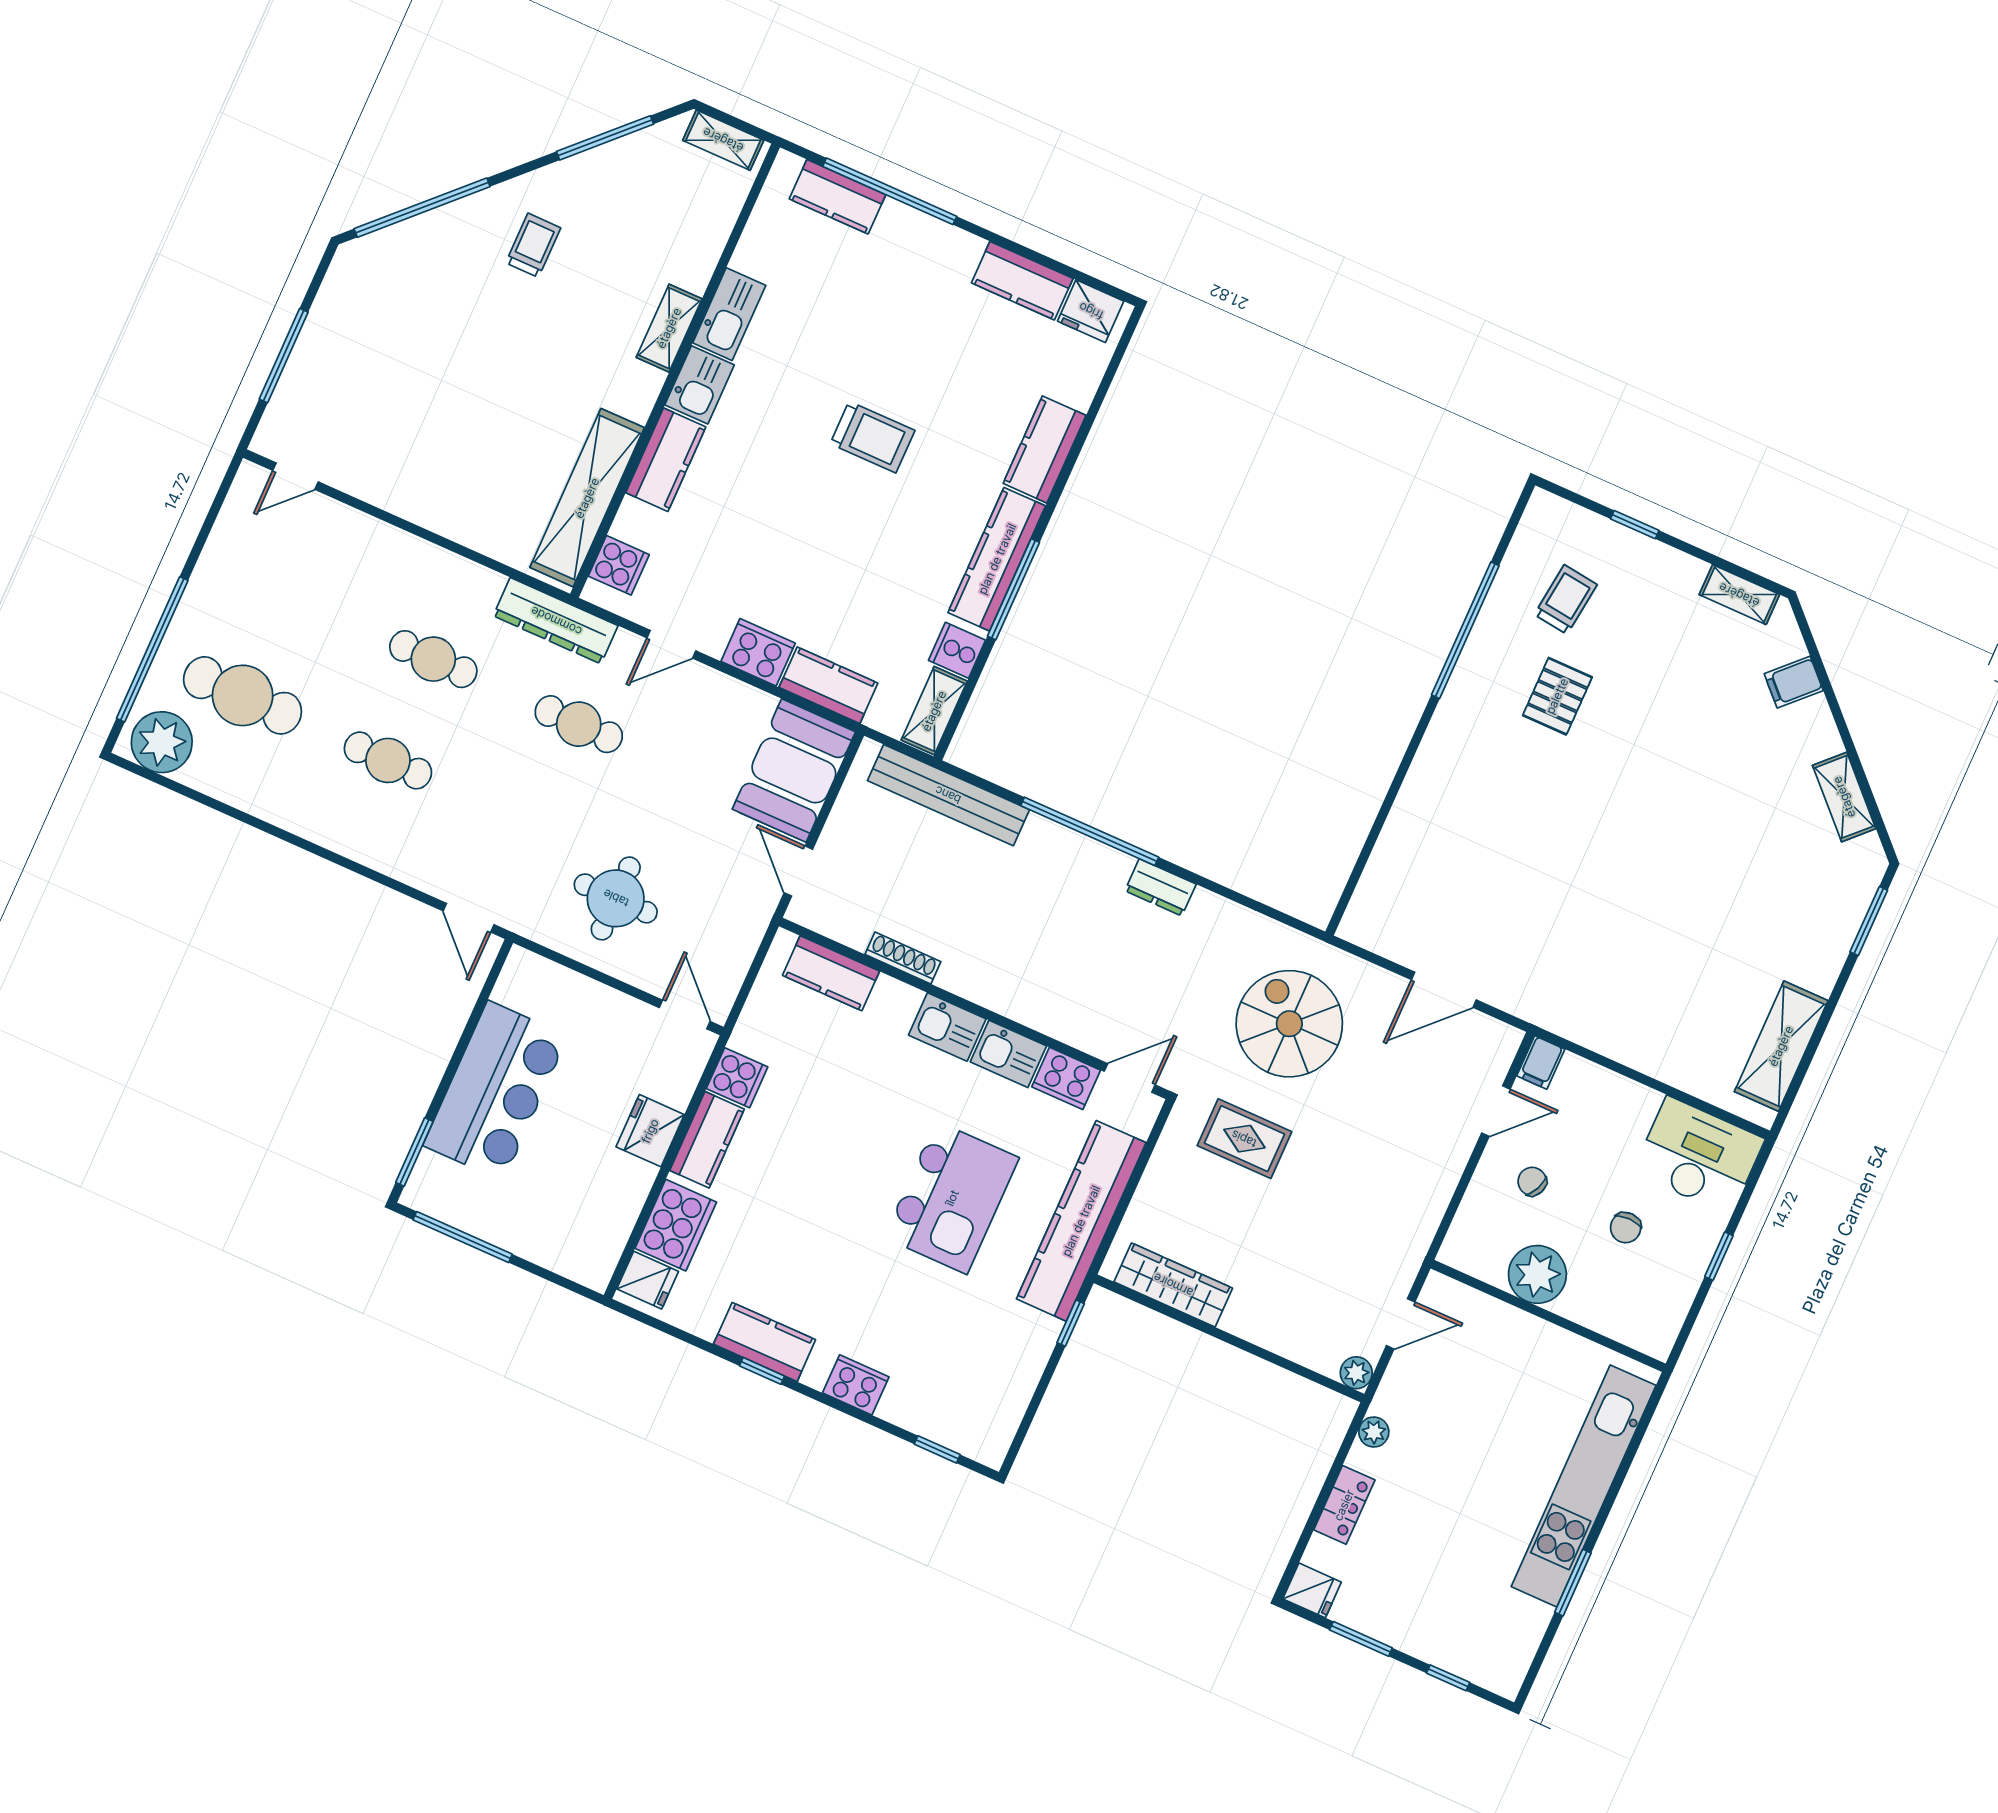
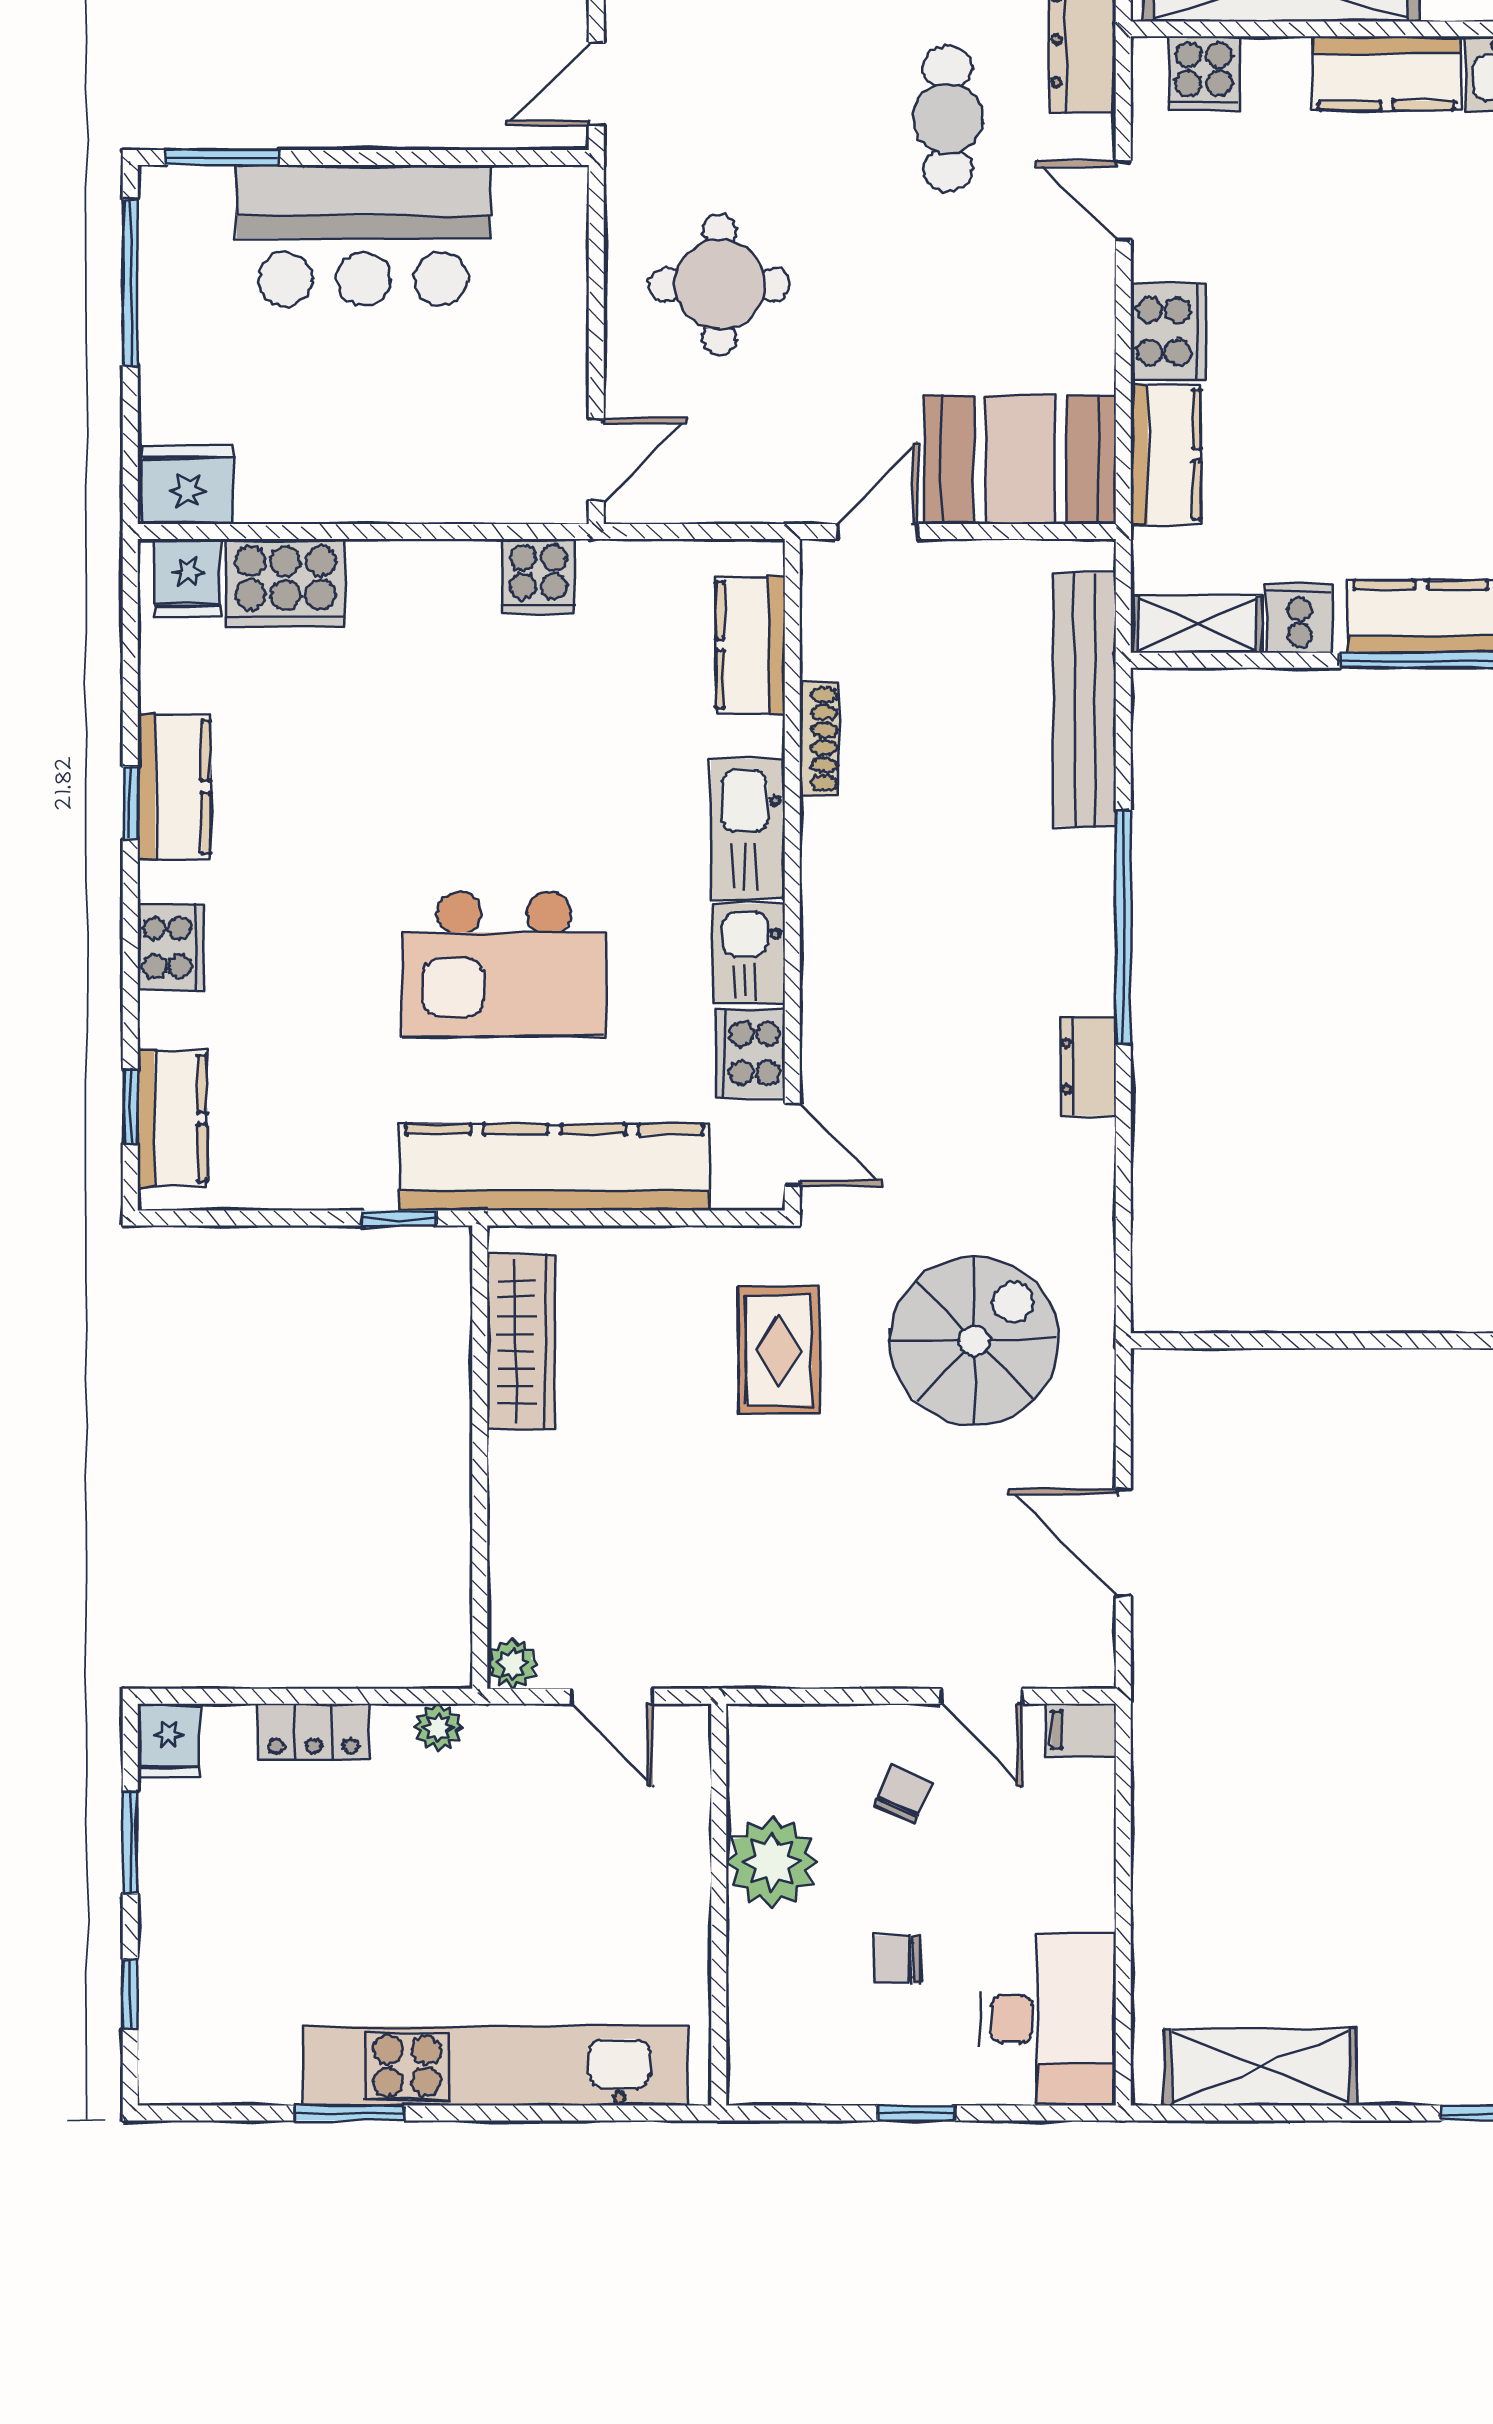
kitchen sink: (947, 1027) -> (748, 829), width x1.38
fridge: (650, 1131) -> (188, 485), moved
kitchen counter: (707, 1140) -> (172, 1118), moved, turned -90

